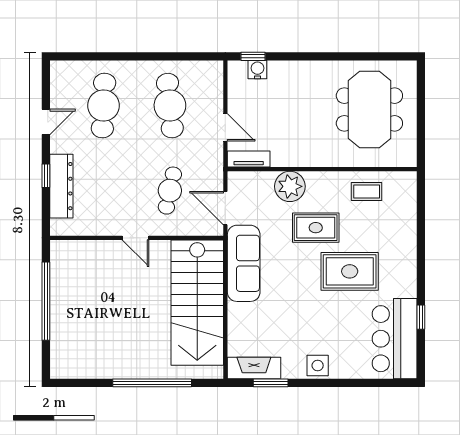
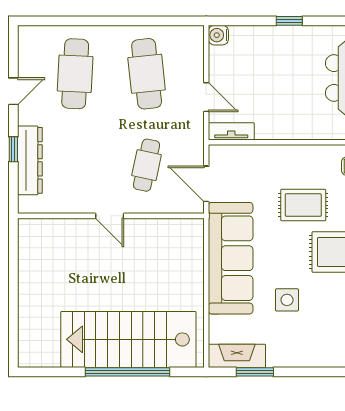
window: (253, 56) -> (289, 21), moved
water cooler: (257, 70) -> (218, 35), moved, turned -90
plant: (290, 186) -> (275, 161), removed
sofa: (244, 263) -> (231, 258), width x1.36, depth x1.27
window: (46, 301) -> (13, 284), removed
stairs: (197, 303) -> (128, 339), moved, turned 90
side table: (318, 366) -> (287, 300), moved

